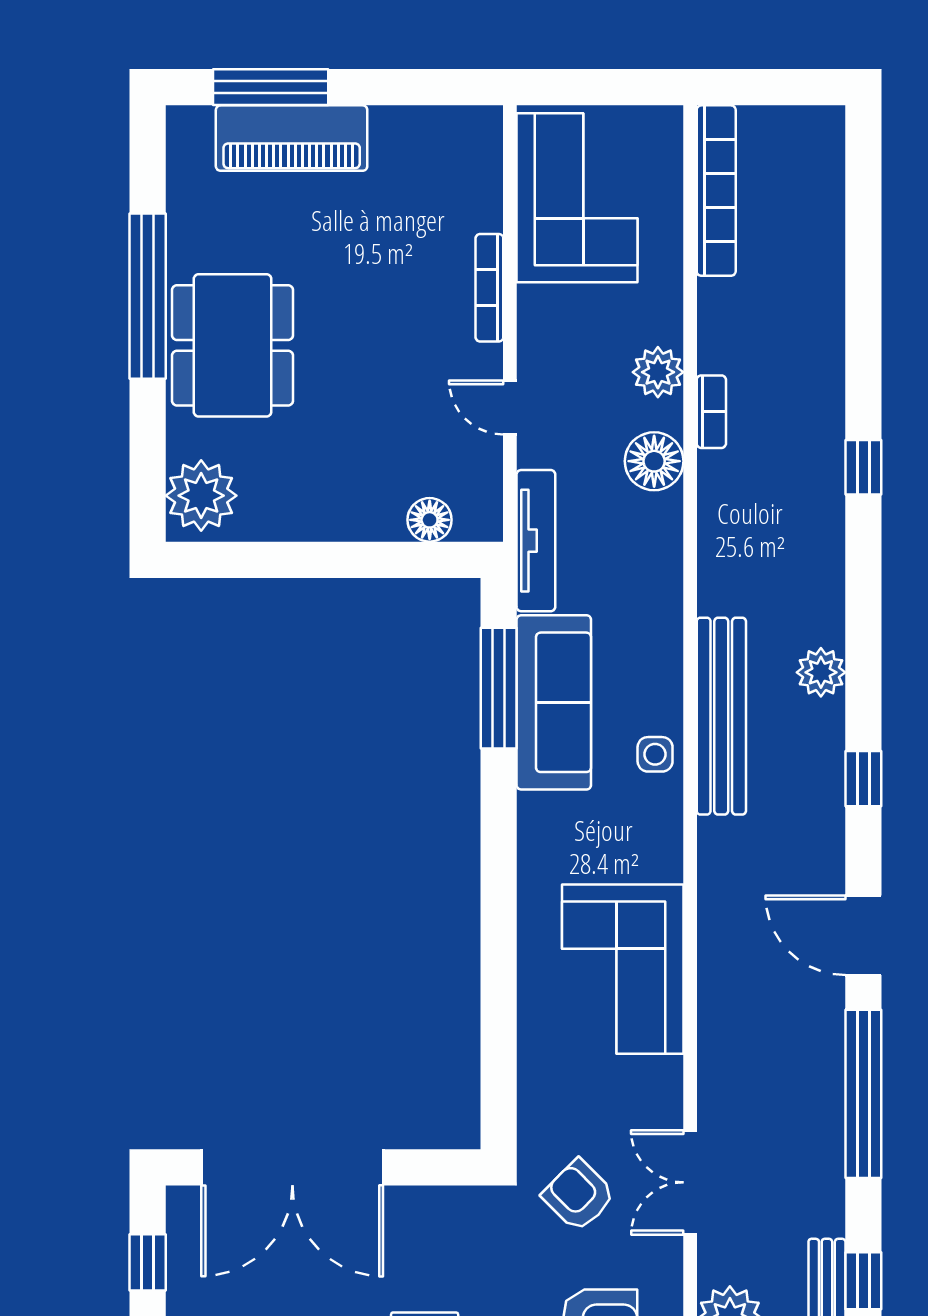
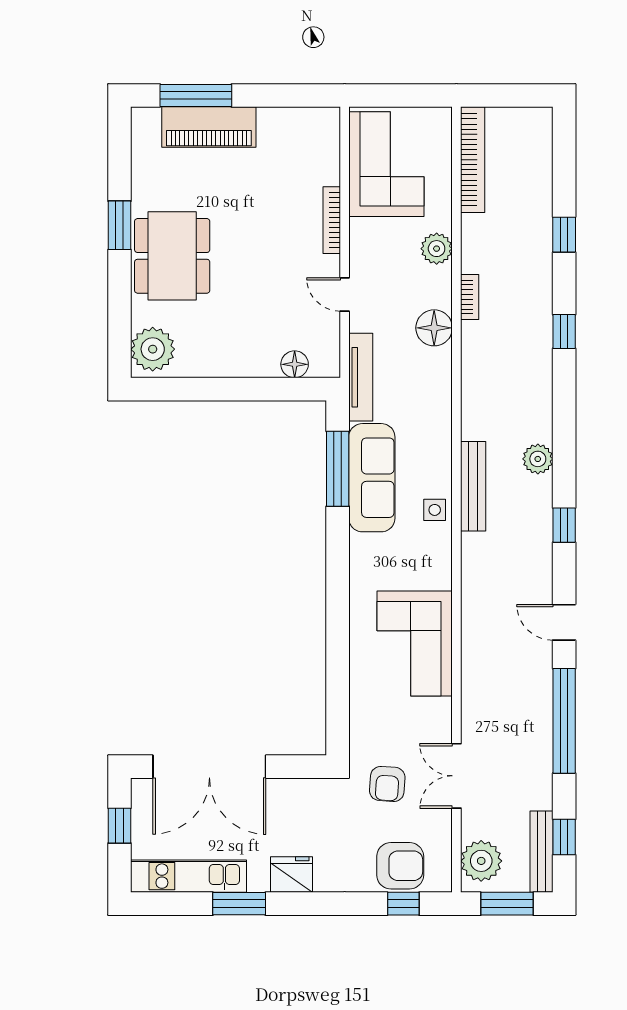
window: (148, 296) -> (119, 225), width x0.47
window: (863, 311) -> (564, 235), added
plant: (658, 372) -> (437, 249), moved
bench: (721, 716) -> (473, 486), width x0.73, depth x0.82
door: (863, 935) -> (564, 622), width x0.73
armchair: (579, 1195) -> (387, 784), turned -131

